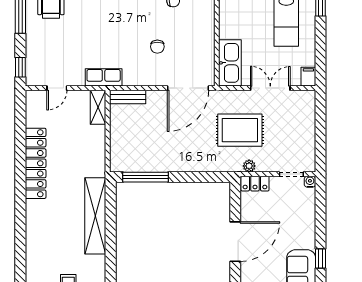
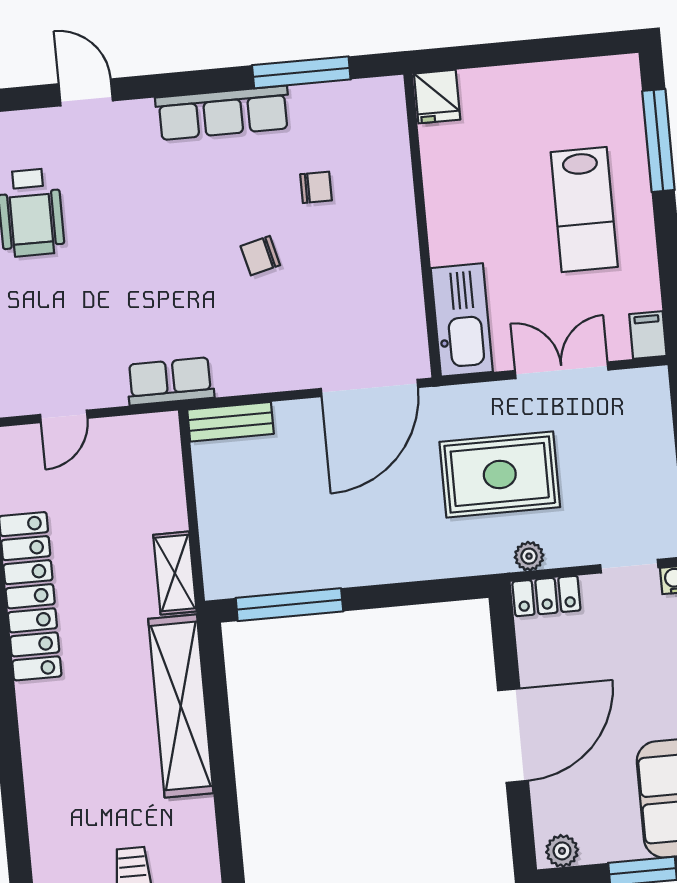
chair: (157, 47) -> (260, 256), moved, turned 76
shelving: (98, 107) -> (175, 573), moved

